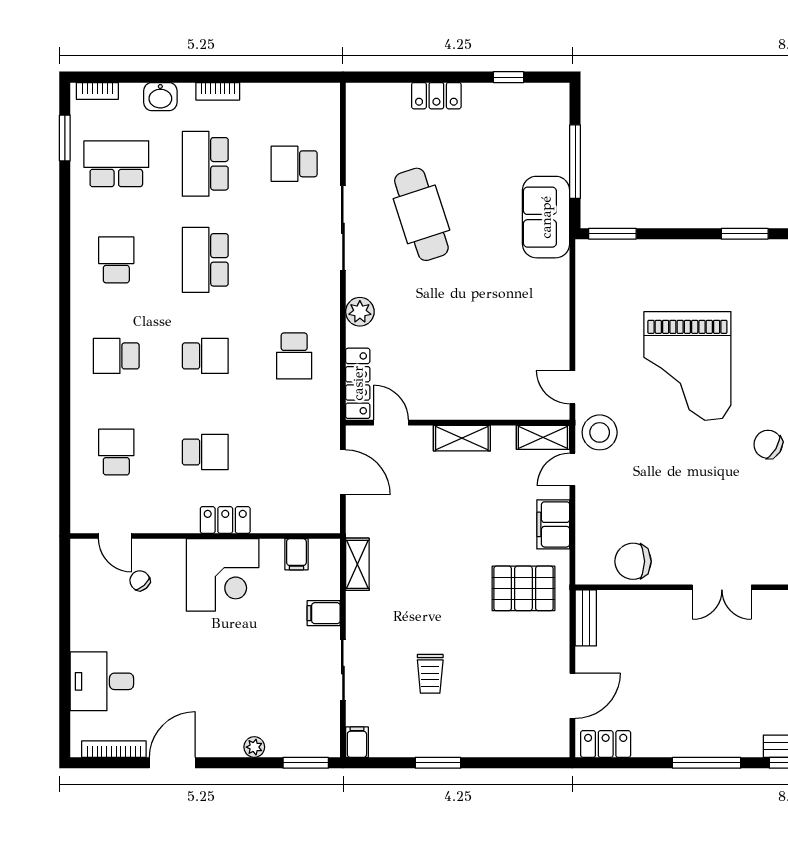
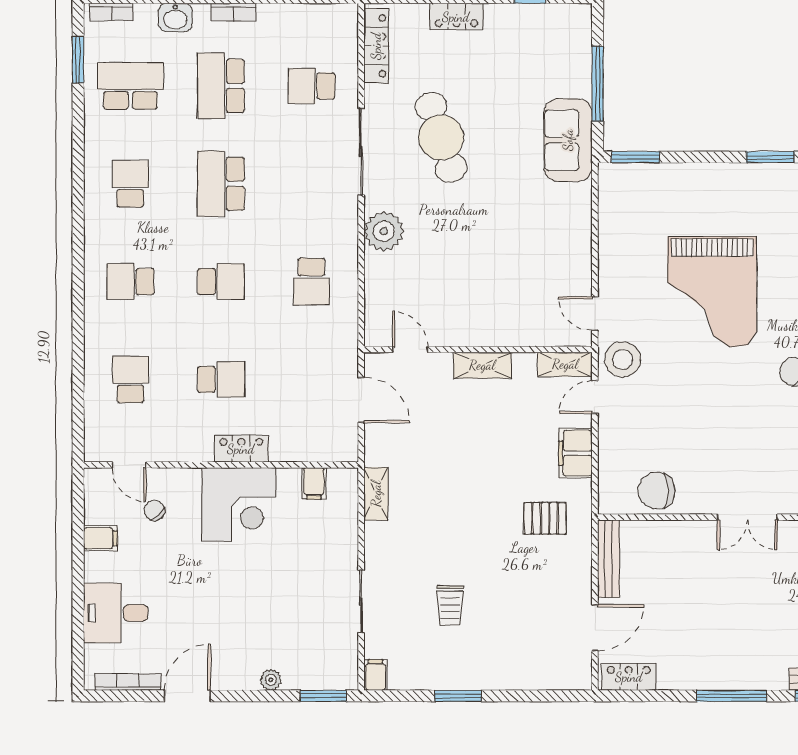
plant: (360, 312) -> (384, 231), width x1.36, depth x1.36
locker: (358, 383) -> (376, 46), moved
pallet: (523, 588) -> (545, 518), width x0.67, depth x0.71
filing cabinet: (324, 613) -> (100, 538), moved, turned 180
bench: (586, 618) -> (608, 559), width x1.36

